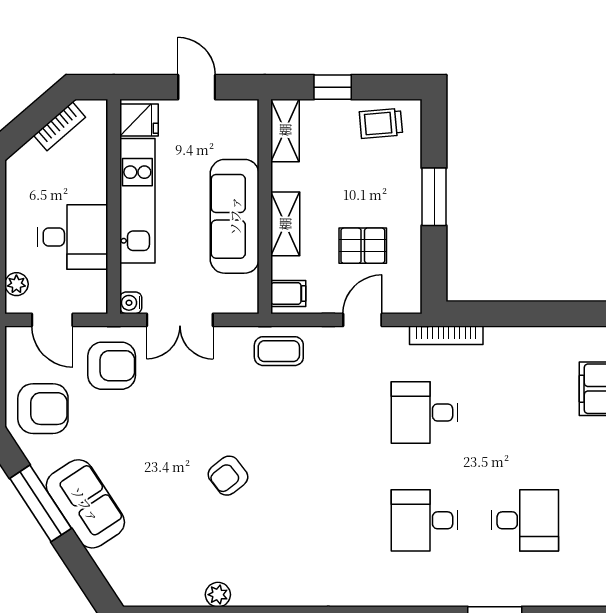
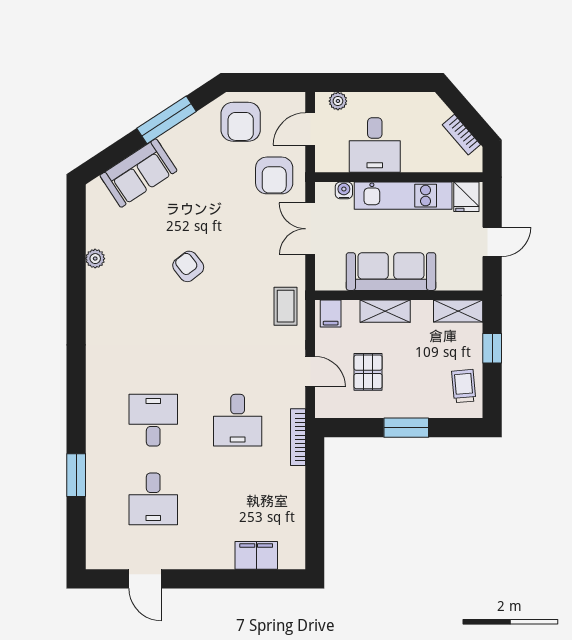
water cooler: (131, 303) -> (344, 190), moved
desk: (425, 412) -> (238, 420), turned 180
sofa: (85, 504) -> (138, 173), moved

